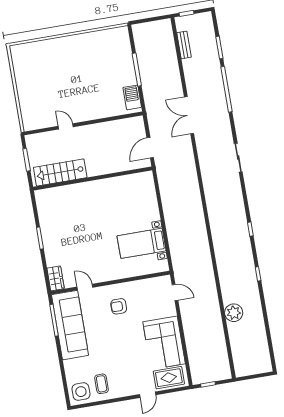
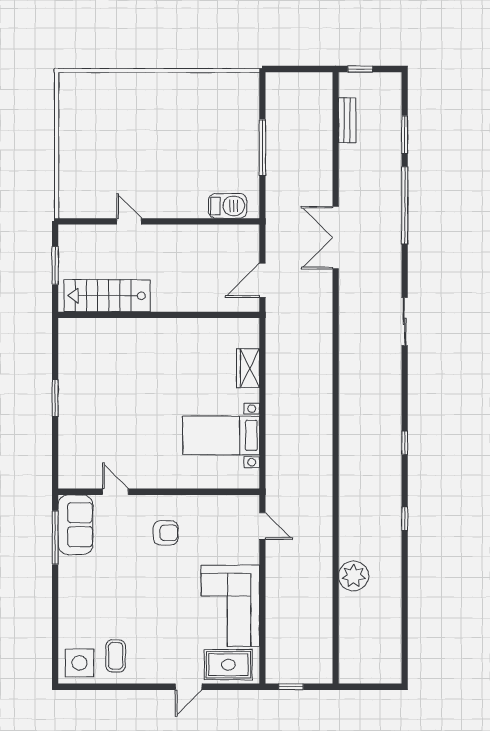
barbecue: (132, 97) -> (228, 206), moved, turned 90
wardrobe: (56, 278) -> (248, 368), moved, turned 180
armchair: (119, 306) -> (166, 533), turned 180
sofa: (70, 325) -> (76, 525), width x0.54, depth x0.79

